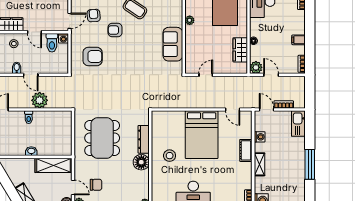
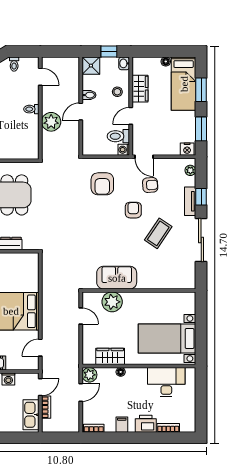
printer: (298, 19) -> (146, 424), added
plant: (190, 20) -> (112, 302), moved, width x1.88, depth x1.88
kitchen sink: (298, 124) -> (31, 415), moved, turned -90

